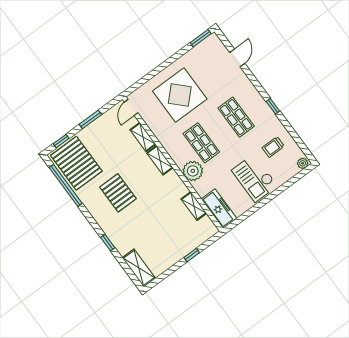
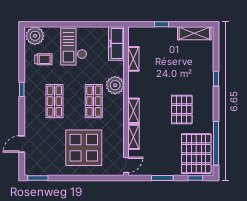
plant: (303, 163) -> (35, 36), width x1.88, depth x1.88
checkout: (255, 178) -> (74, 47), turned 180
shelving: (139, 268) -> (194, 33), moved, turned 90

